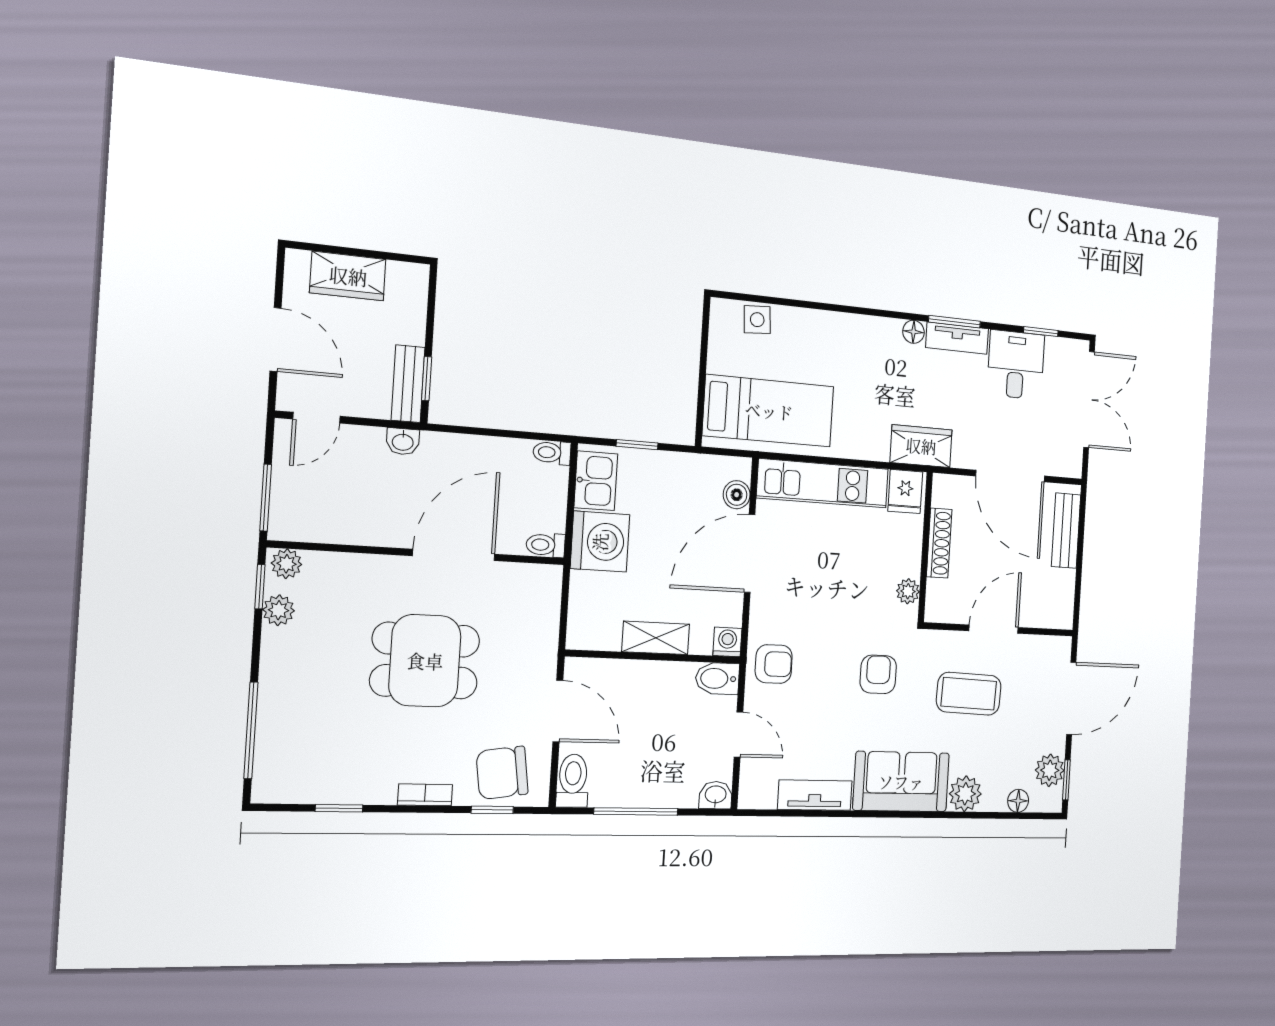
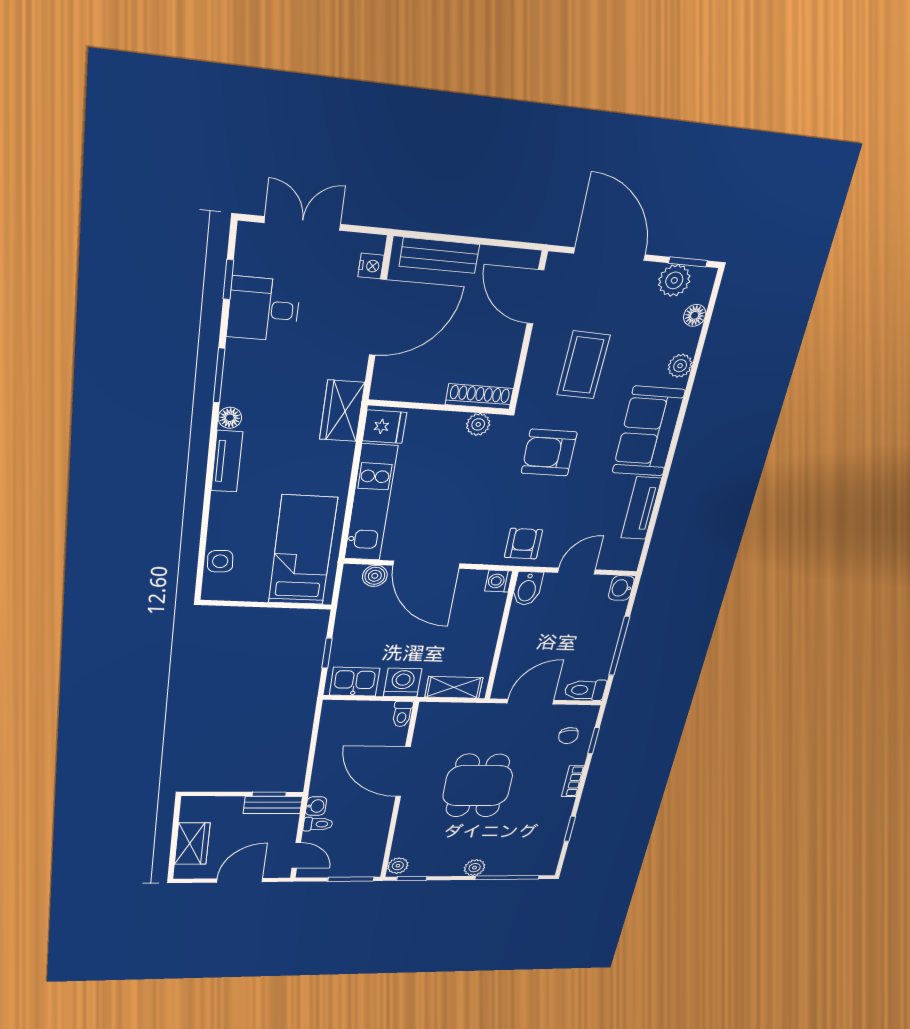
tv unit: (957, 338) -> (227, 461), moved
double door: (1089, 400) -> (302, 223), width x0.73
toilet: (552, 453) -> (318, 824), moved, turned -90
nightstand: (1055, 466) -> (371, 266), added
washing machine: (600, 542) -> (403, 683), width x0.73, depth x0.73
shoe rack: (939, 543) -> (479, 397), moved
plant: (279, 610) -> (475, 868), moved
door: (994, 629) -> (535, 297), moved
shelving: (656, 638) -> (454, 687), moved, turned 90
armchair: (878, 674) -> (549, 453), width x1.38, depth x1.38
chair: (502, 773) -> (568, 736), width x0.54, depth x0.54
plant: (965, 794) -> (680, 366), width x0.73, depth x0.73

